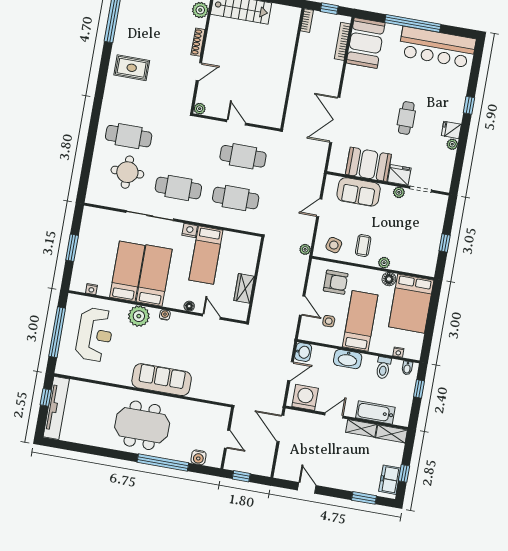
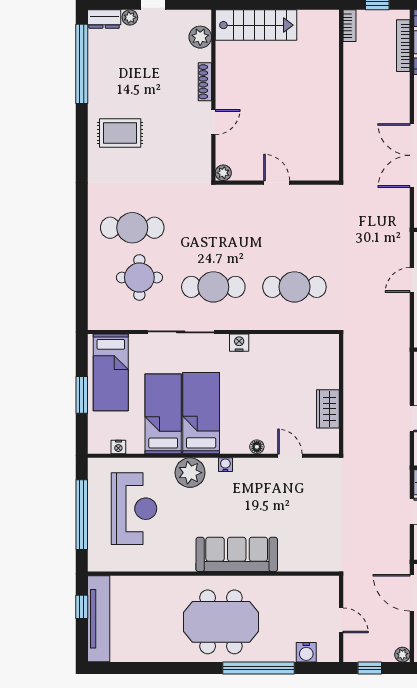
cafe table: (243, 156) -> (294, 228), removed
plant: (305, 249) -> (402, 655), moved
bed: (206, 255) -> (111, 372), moved

